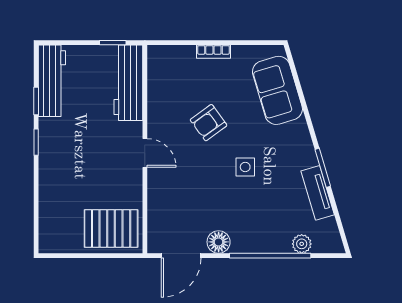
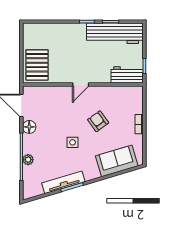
workbench: (52, 81) -> (115, 33), width x1.36, depth x1.32
workbench: (128, 83) -> (127, 75), width x0.73
tv unit: (318, 193) -> (63, 182), width x1.41
plant: (302, 244) -> (28, 160), moved

